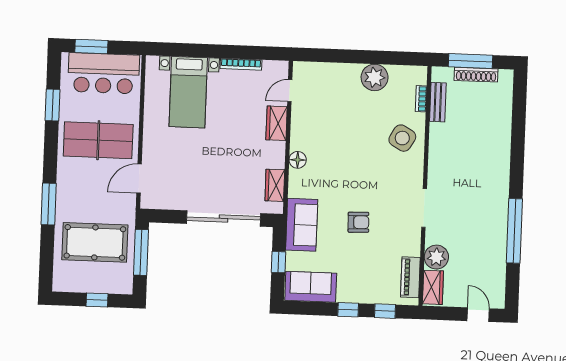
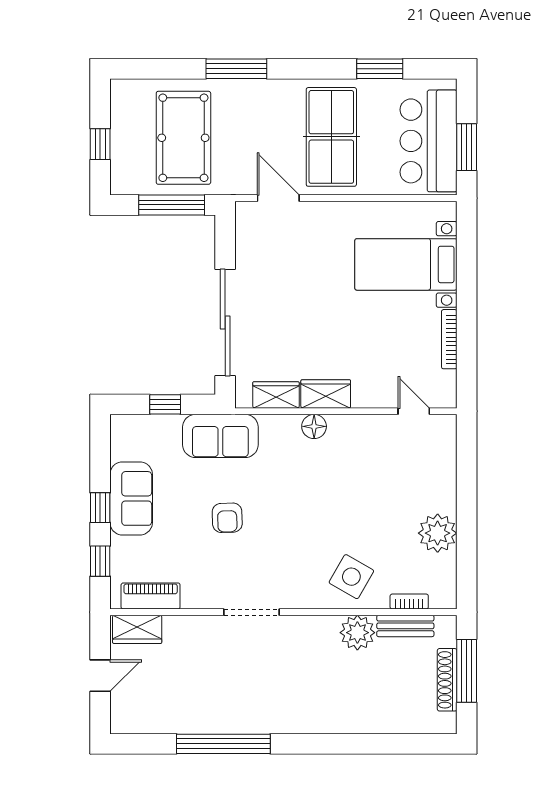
window: (91, 46) -> (467, 147), moved
wardrobe: (277, 123) -> (326, 394), moved
plant: (436, 257) -> (357, 633), moved
sofa: (311, 287) -> (131, 498), moved
door: (478, 315) -> (100, 676), moved

